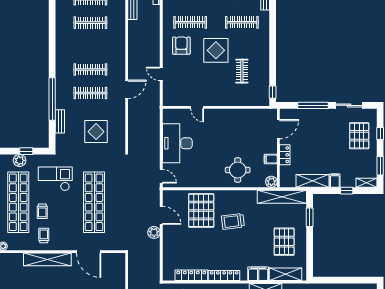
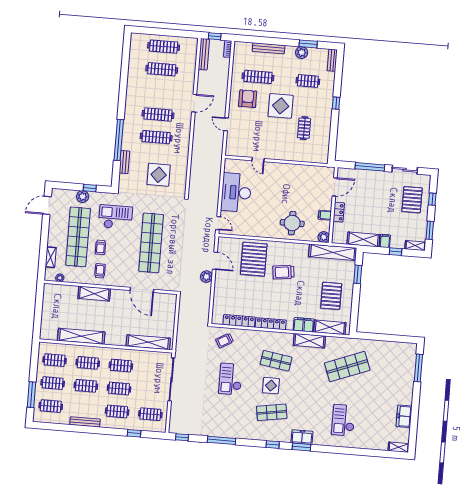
clothes rail: (242, 22) -> (308, 81), width x0.73
door: (127, 89) -> (194, 103), moved
window: (273, 92) -> (336, 103), moved
shelving: (47, 259) -> (94, 294), width x0.68

